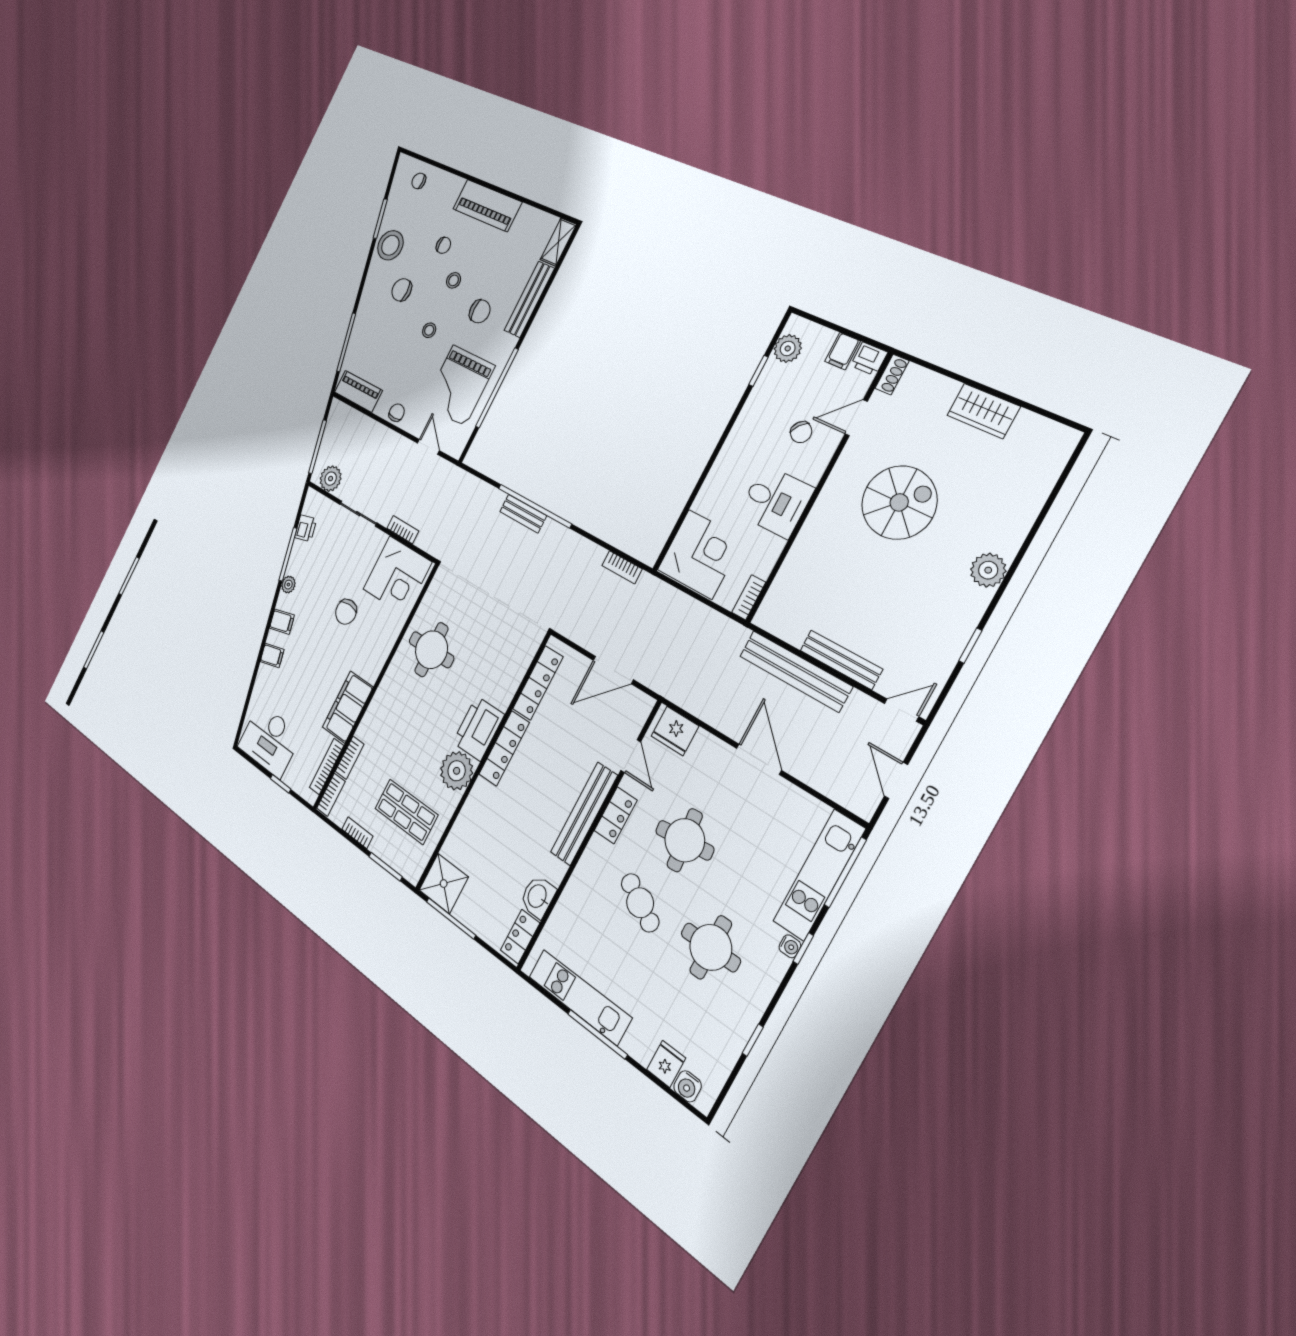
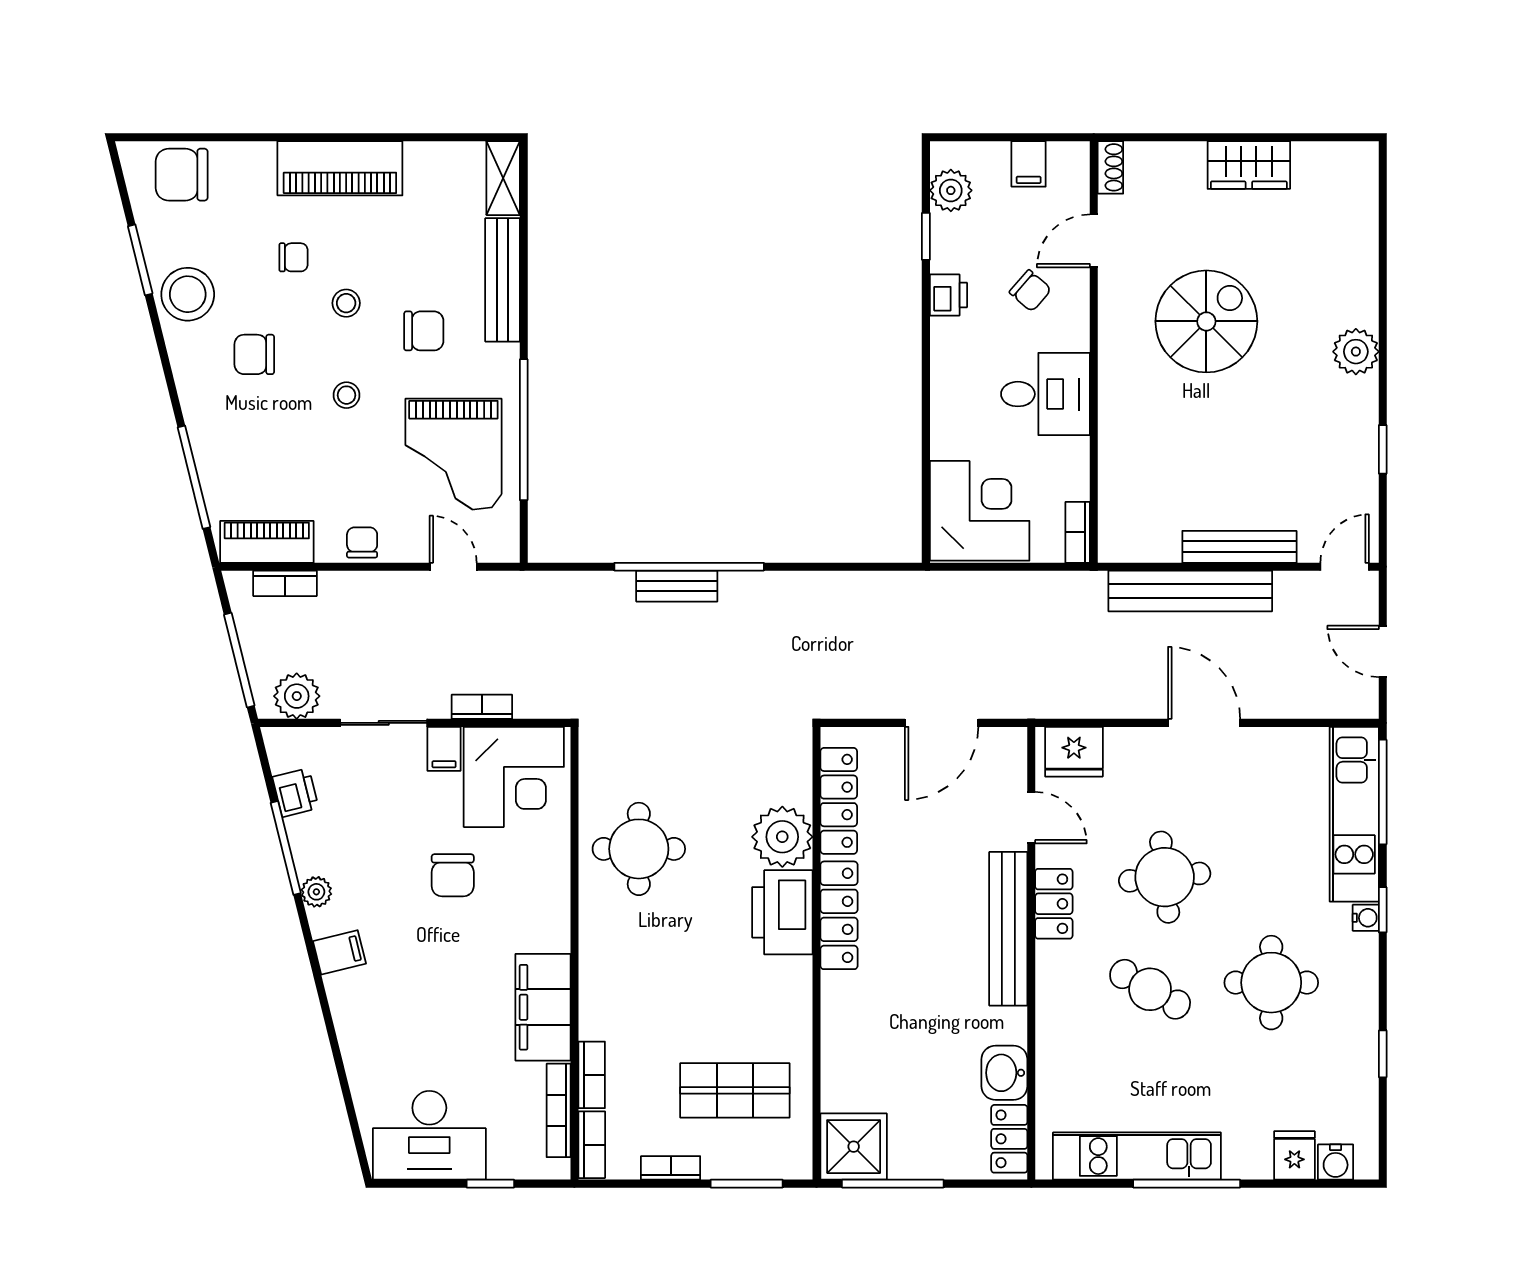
chair: (419, 181) -> (182, 175), width x1.87, depth x1.87
printer: (869, 359) -> (948, 295), moved, turned -90
bookcase: (622, 567) -> (285, 583), moved
filing cabinet: (272, 656) -> (444, 749), moved, turned 104
plant: (457, 771) -> (782, 837), moved

